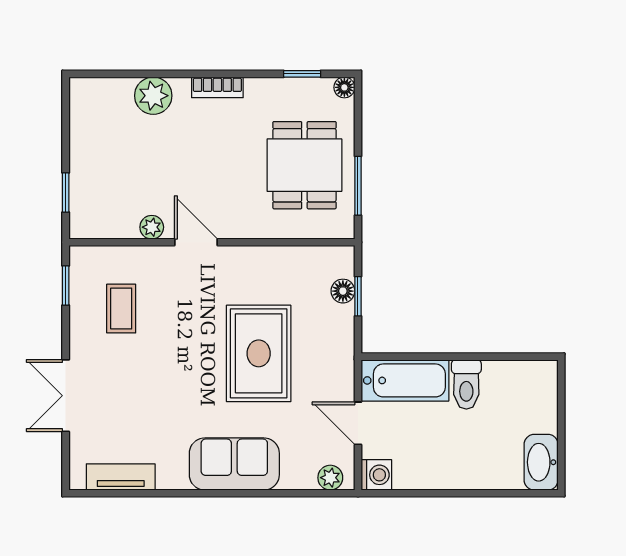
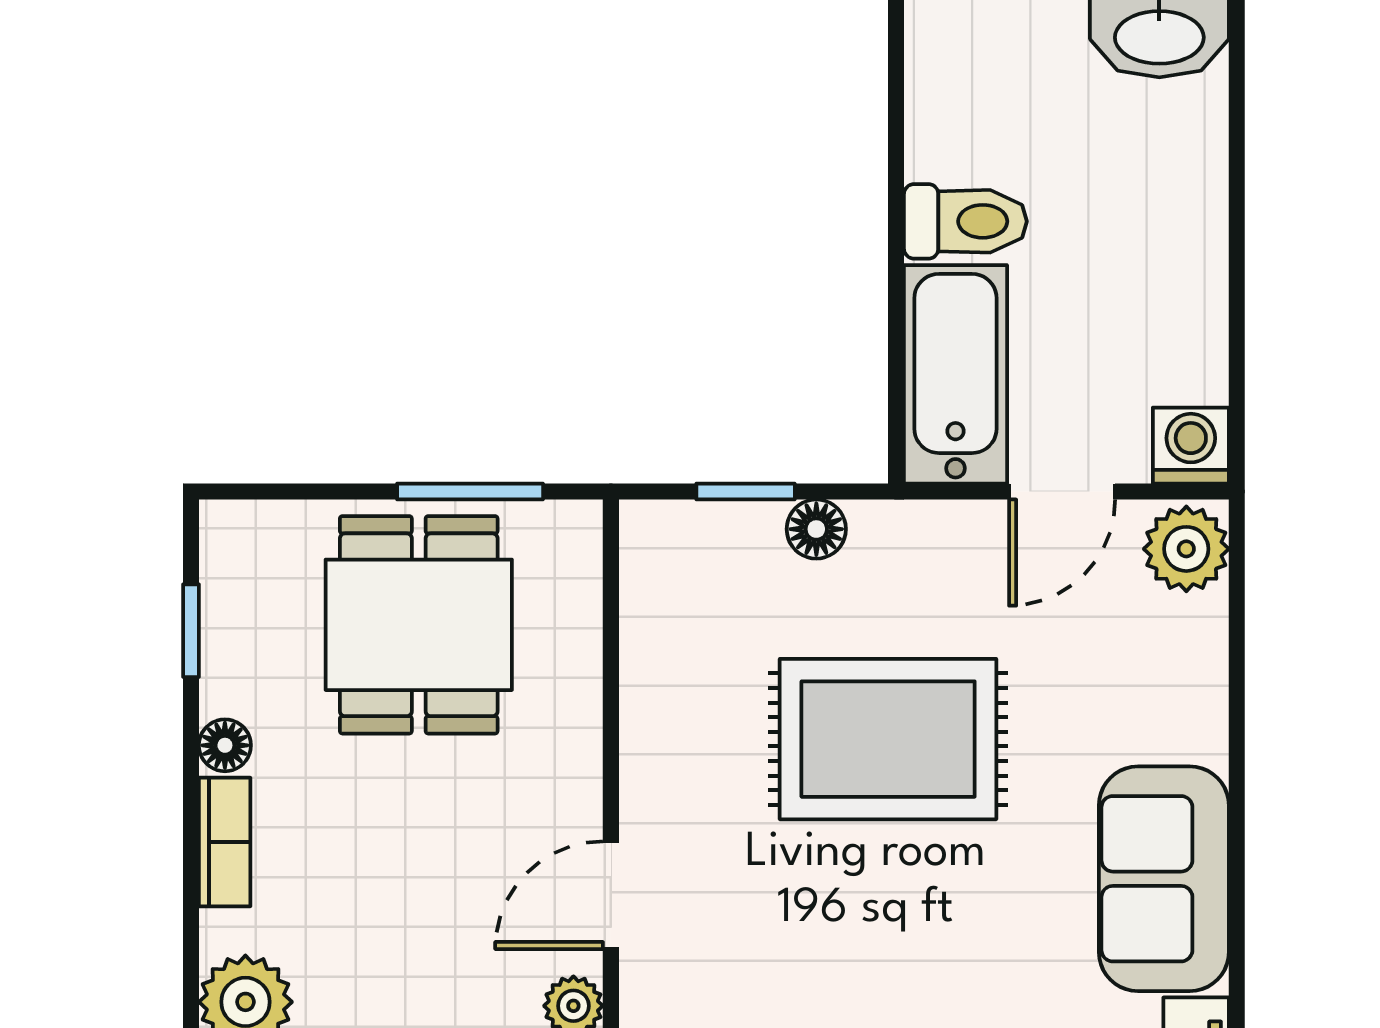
floor lamp: (344, 87) -> (225, 745), moved
dining table: (304, 165) -> (419, 625), turned 90
floor lamp: (343, 291) -> (816, 529), moved
sofa: (234, 464) -> (1164, 879), moved
plant: (330, 478) -> (1186, 549), width x1.38, depth x1.38

